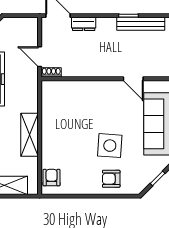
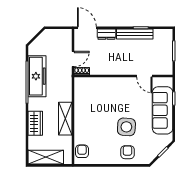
bench: (141, 24) -> (135, 34), moved
door: (40, 57) -> (73, 59), swing flipped
armchair: (111, 179) -> (127, 152), turned 90

